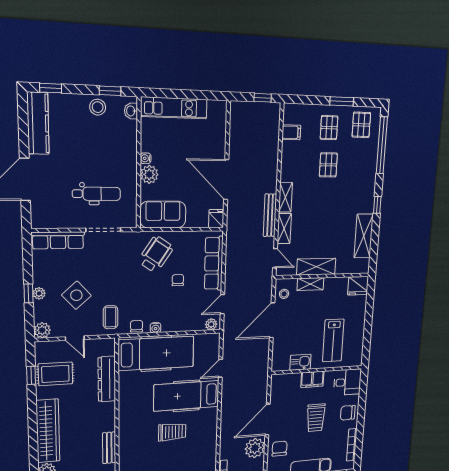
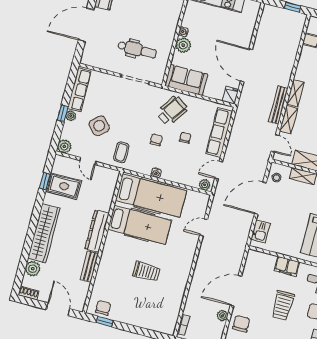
row of seats: (58, 240) -> (79, 90), moved, turned -90
chair: (137, 326) -> (156, 140), moved
kitchen sink: (300, 362) -> (261, 231), moved, turned 90
dresser: (107, 379) -> (97, 231), moved
hospital bed: (186, 396) -> (140, 225), moved, turned 180
plant: (255, 448) -> (222, 316), width x0.53, depth x0.53

